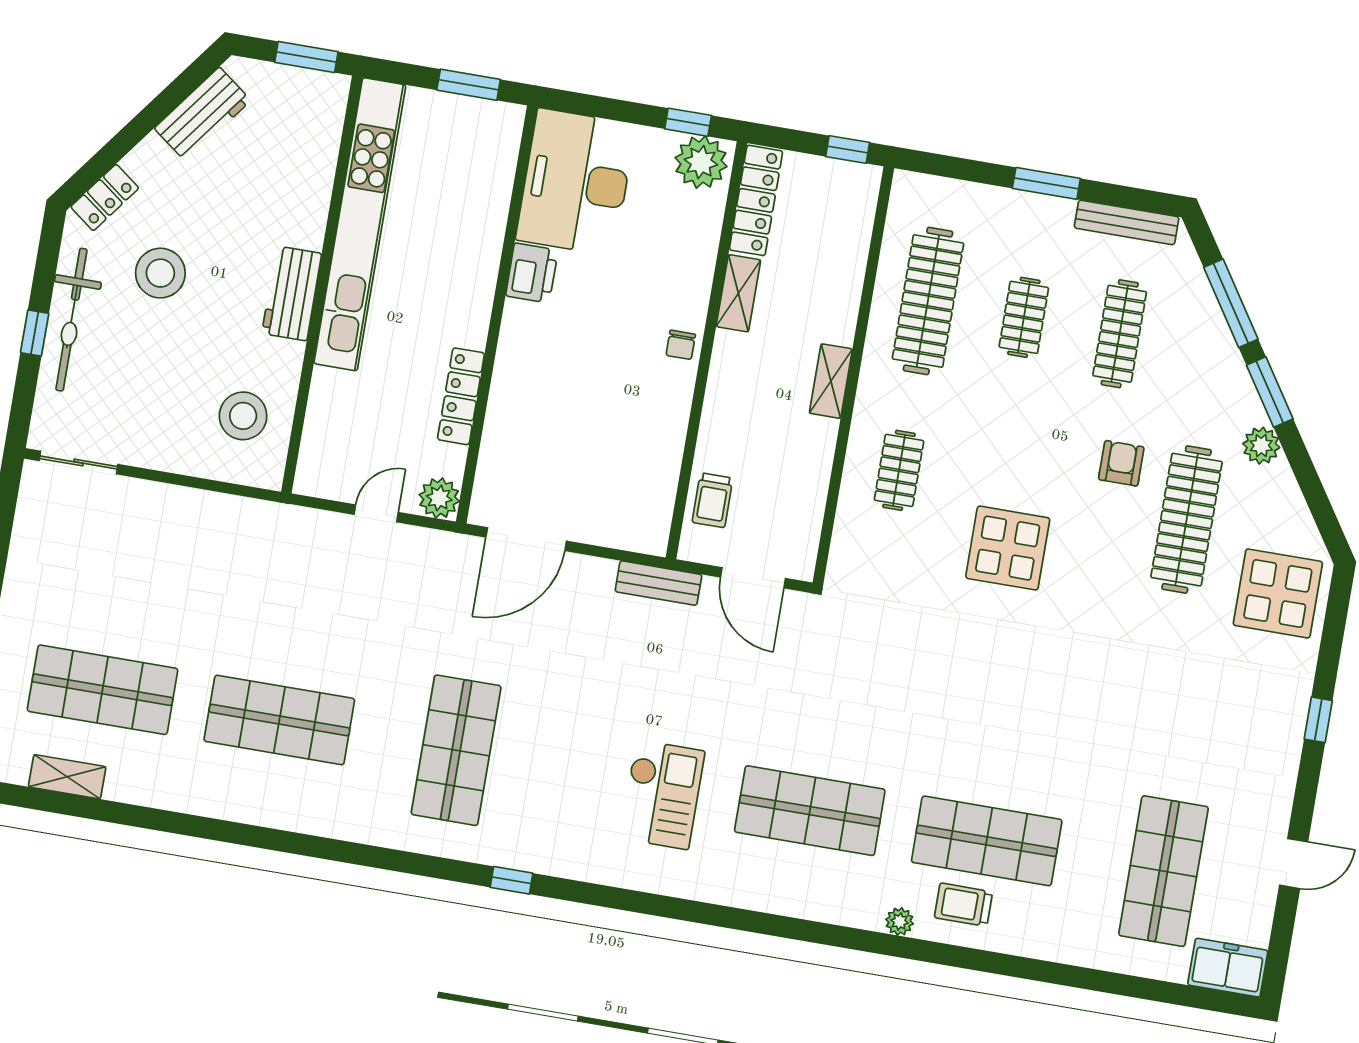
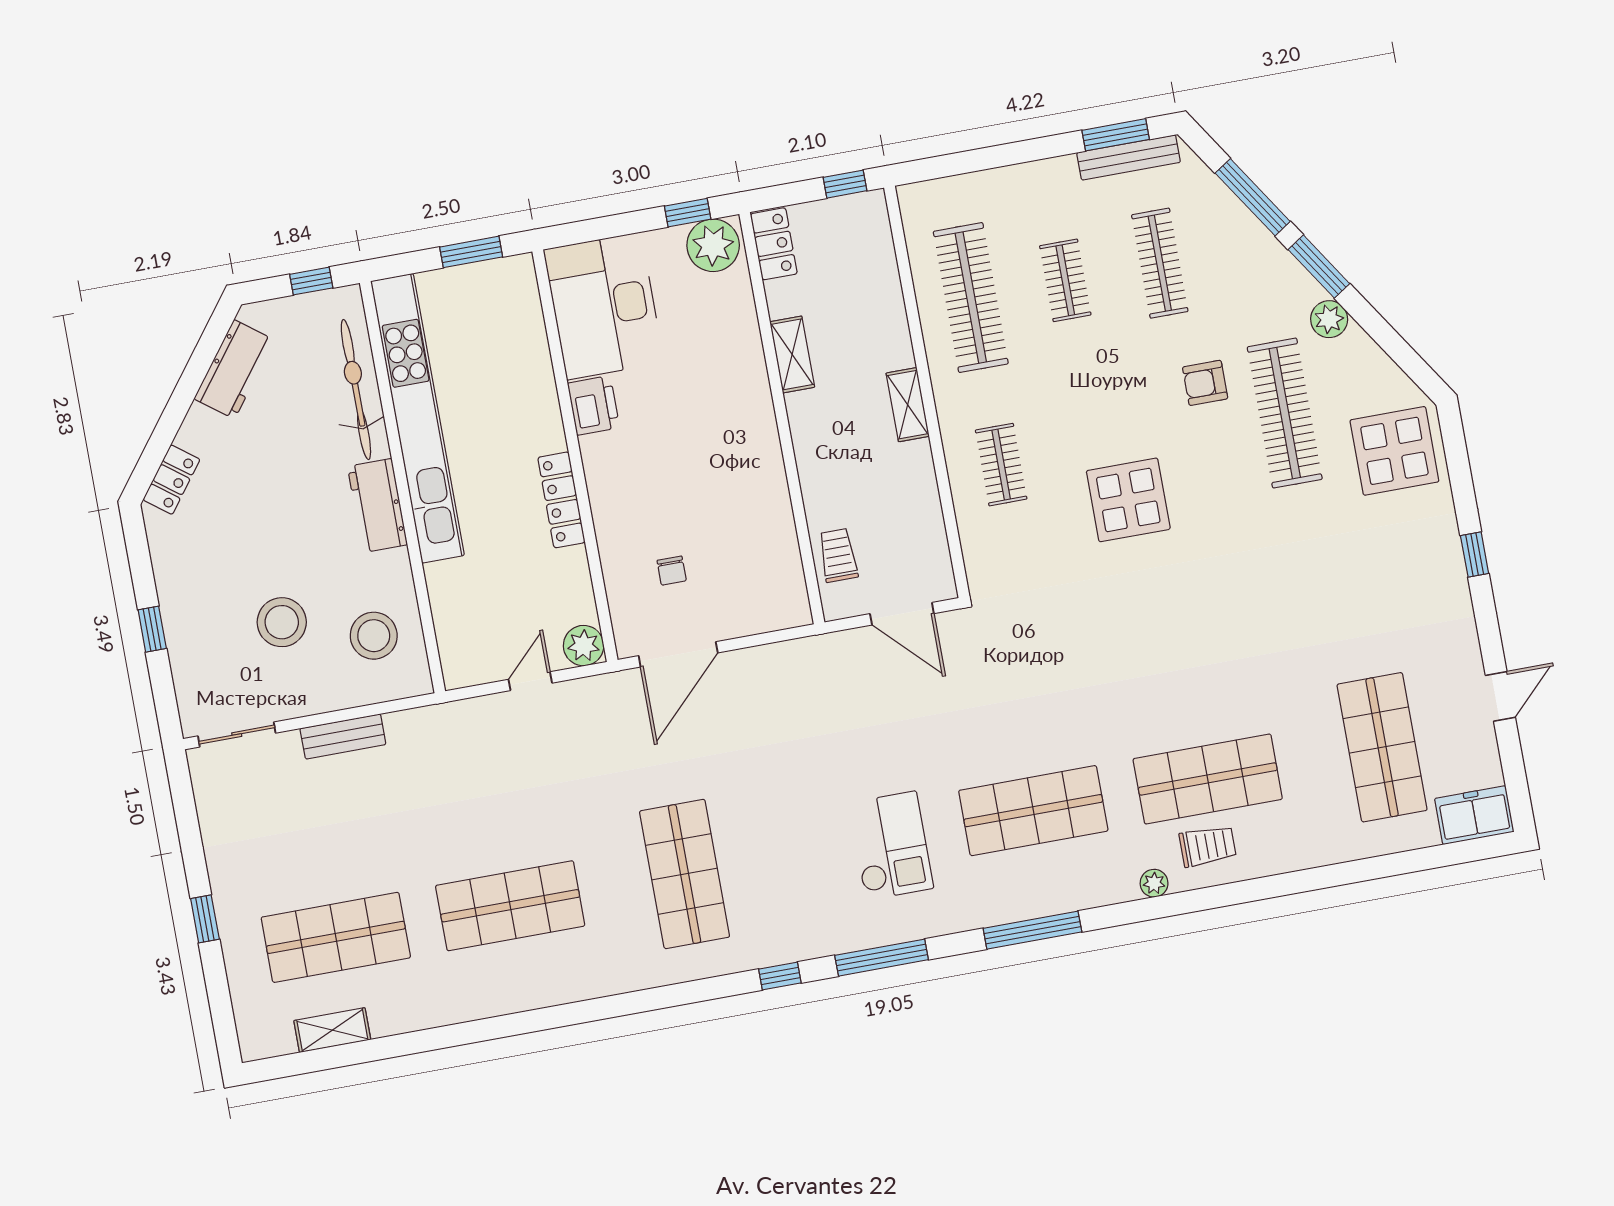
window: (306, 57) -> (311, 281), width x0.67
window: (1046, 183) -> (1116, 135), moved
locker: (756, 200) -> (774, 244), width x0.66
stool: (160, 273) -> (282, 622), moved
bicycle: (71, 320) -> (356, 390), moved, turned 180
chair: (681, 345) -> (672, 571), moved
locker: (461, 396) -> (561, 500), moved
armchair: (1121, 463) -> (1205, 383), turned -90
trolley: (712, 500) -> (838, 555), turned 180
bench: (658, 583) -> (343, 736), moved
window: (615, 898) -> (882, 958), added
trolley: (963, 905) -> (1208, 846), turned 180
window: (768, 924) -> (1032, 930), added

